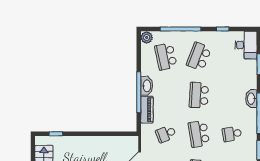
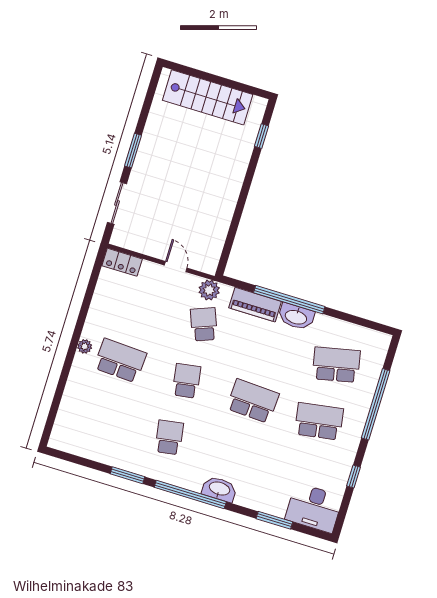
plant: (147, 37) -> (209, 290), moved
school desk: (199, 56) -> (319, 421), turned -30
school desk: (199, 134) -> (186, 381), width x0.54

